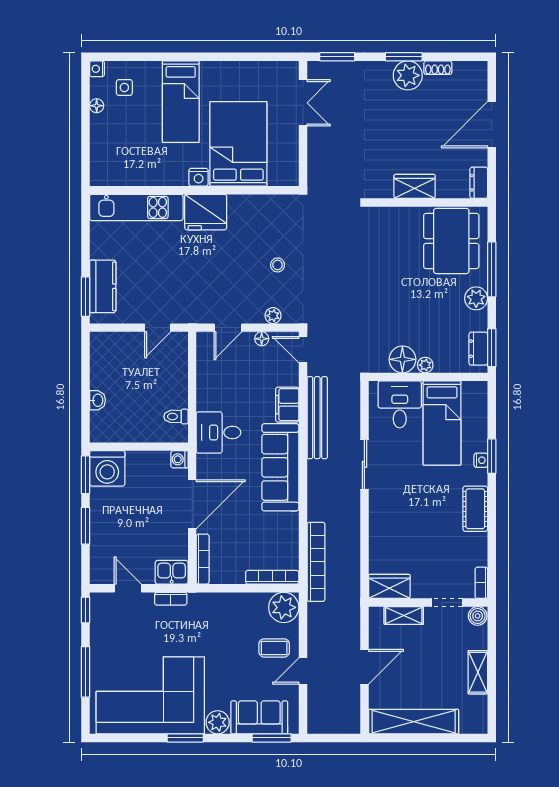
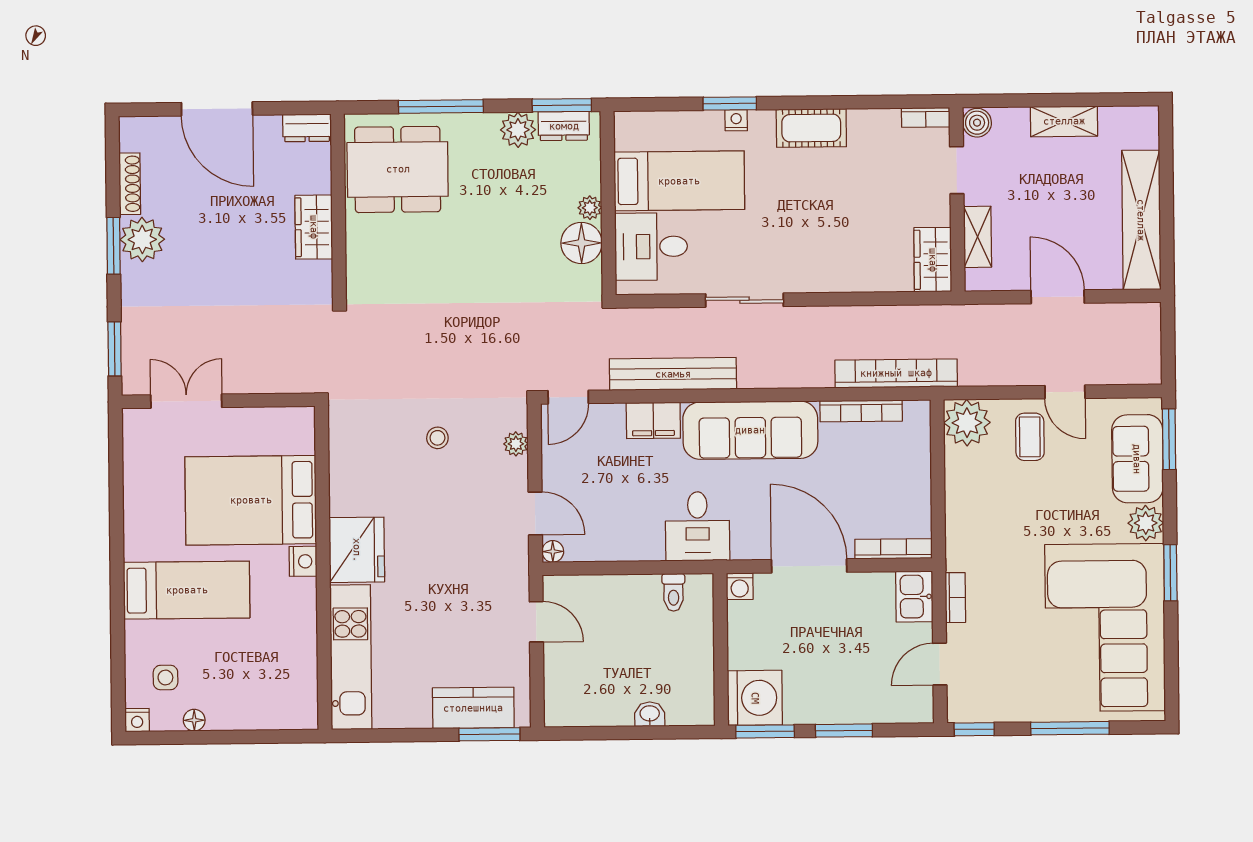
shoe rack: (438, 68) -> (130, 184), width x1.43
plant: (476, 298) -> (518, 130), moved
floor lamp: (262, 339) -> (553, 551), moved
bookcase: (272, 577) -> (861, 411), moved, turned -90

